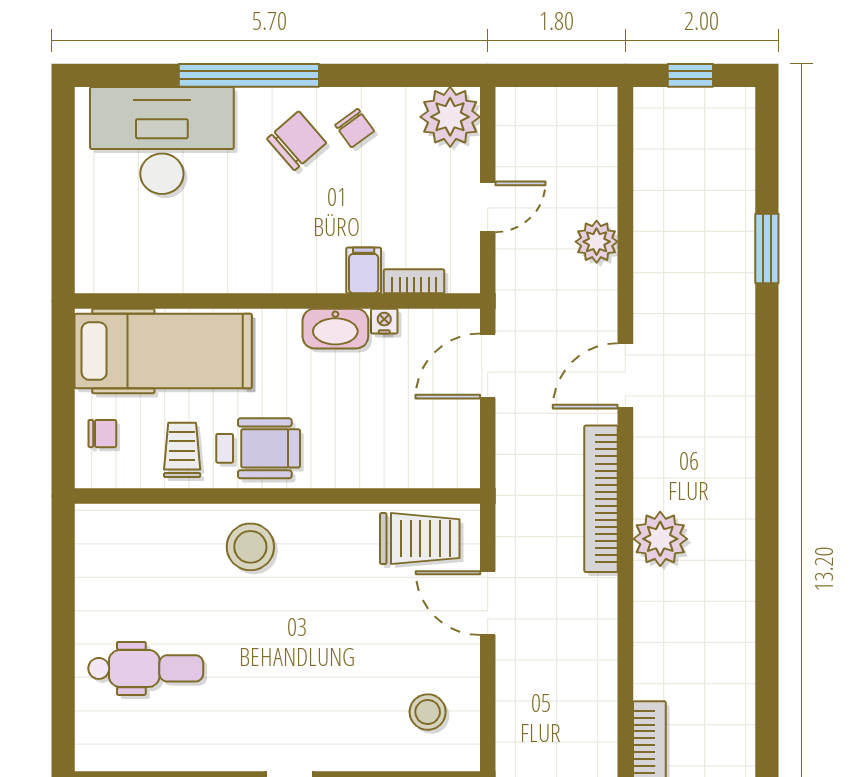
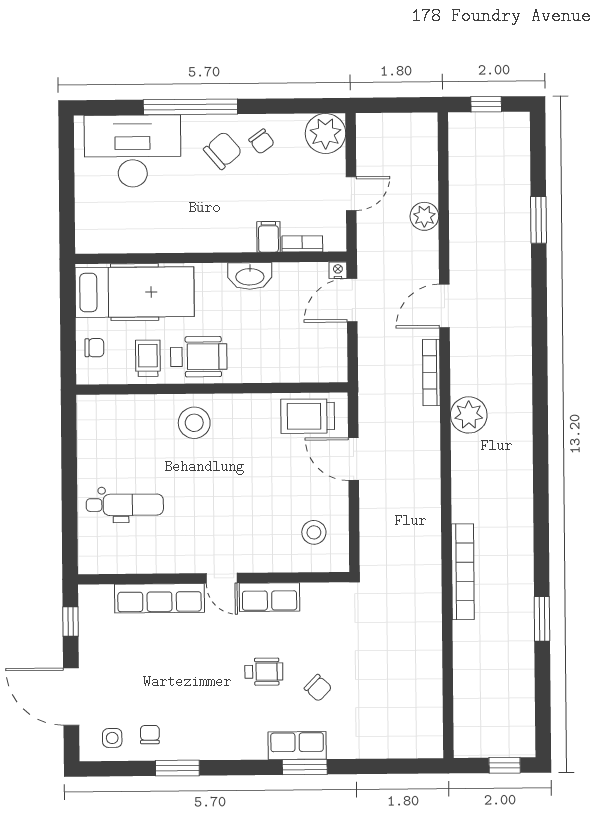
nightstand: (384, 321) -> (338, 270), moved
bookcase: (601, 499) -> (431, 372), width x0.68, depth x0.76
trolley: (420, 539) -> (308, 416), turned 180

